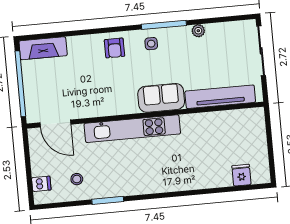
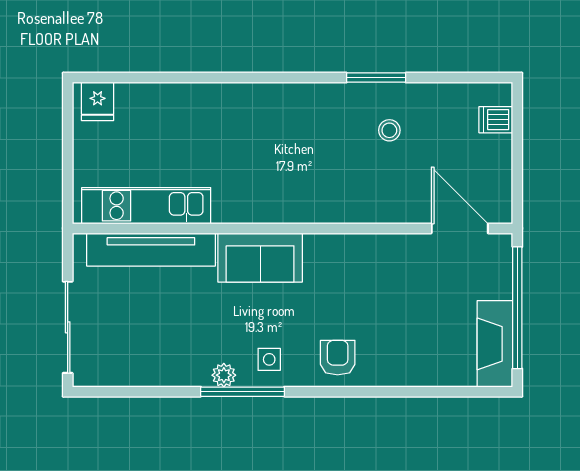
plant: (198, 31) -> (224, 375), moved
fireplace: (43, 48) -> (495, 344), moved, turned -90
kitchen unit: (132, 129) -> (146, 206), moved, width x0.73
fridge: (241, 175) -> (98, 101), moved
stool: (77, 179) -> (389, 130), moved

